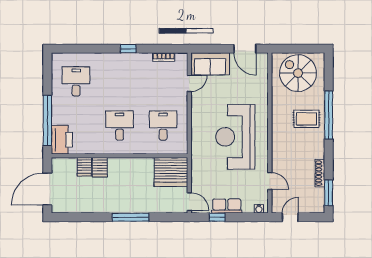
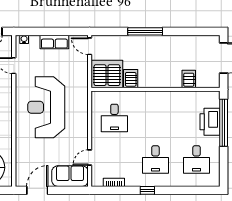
door: (245, 49) -> (37, 190), hinge flipped
desk: (120, 125) -> (155, 159), moved
reception desk: (235, 137) -> (46, 107), turned 180
printer: (62, 140) -> (210, 122), moved
server rack: (100, 167) -> (131, 79), moved
window: (217, 217) -> (63, 31), removed

